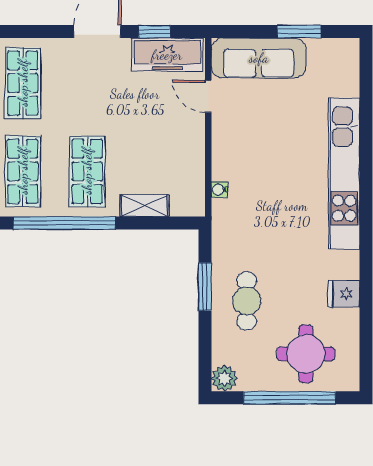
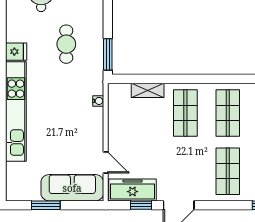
window: (64, 223) -> (201, 79), removed
window: (205, 287) -> (108, 54), moved
fridge: (344, 294) -> (16, 52), moved
cafe table: (247, 301) -> (66, 44), moved

